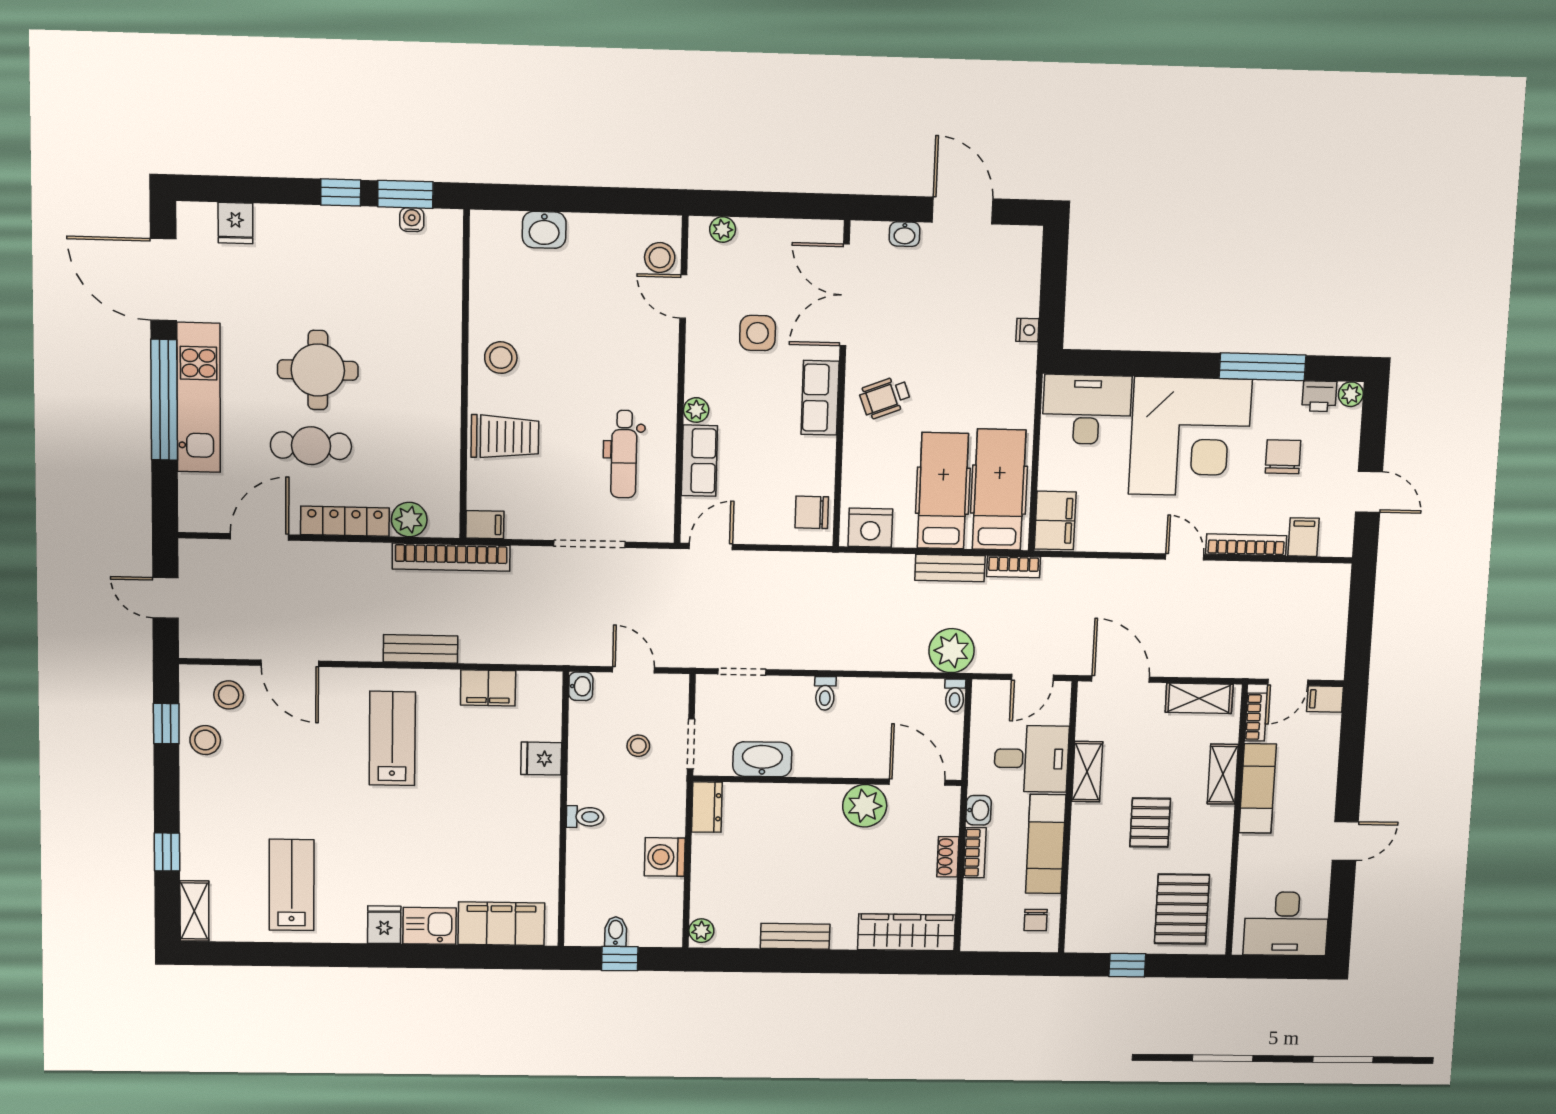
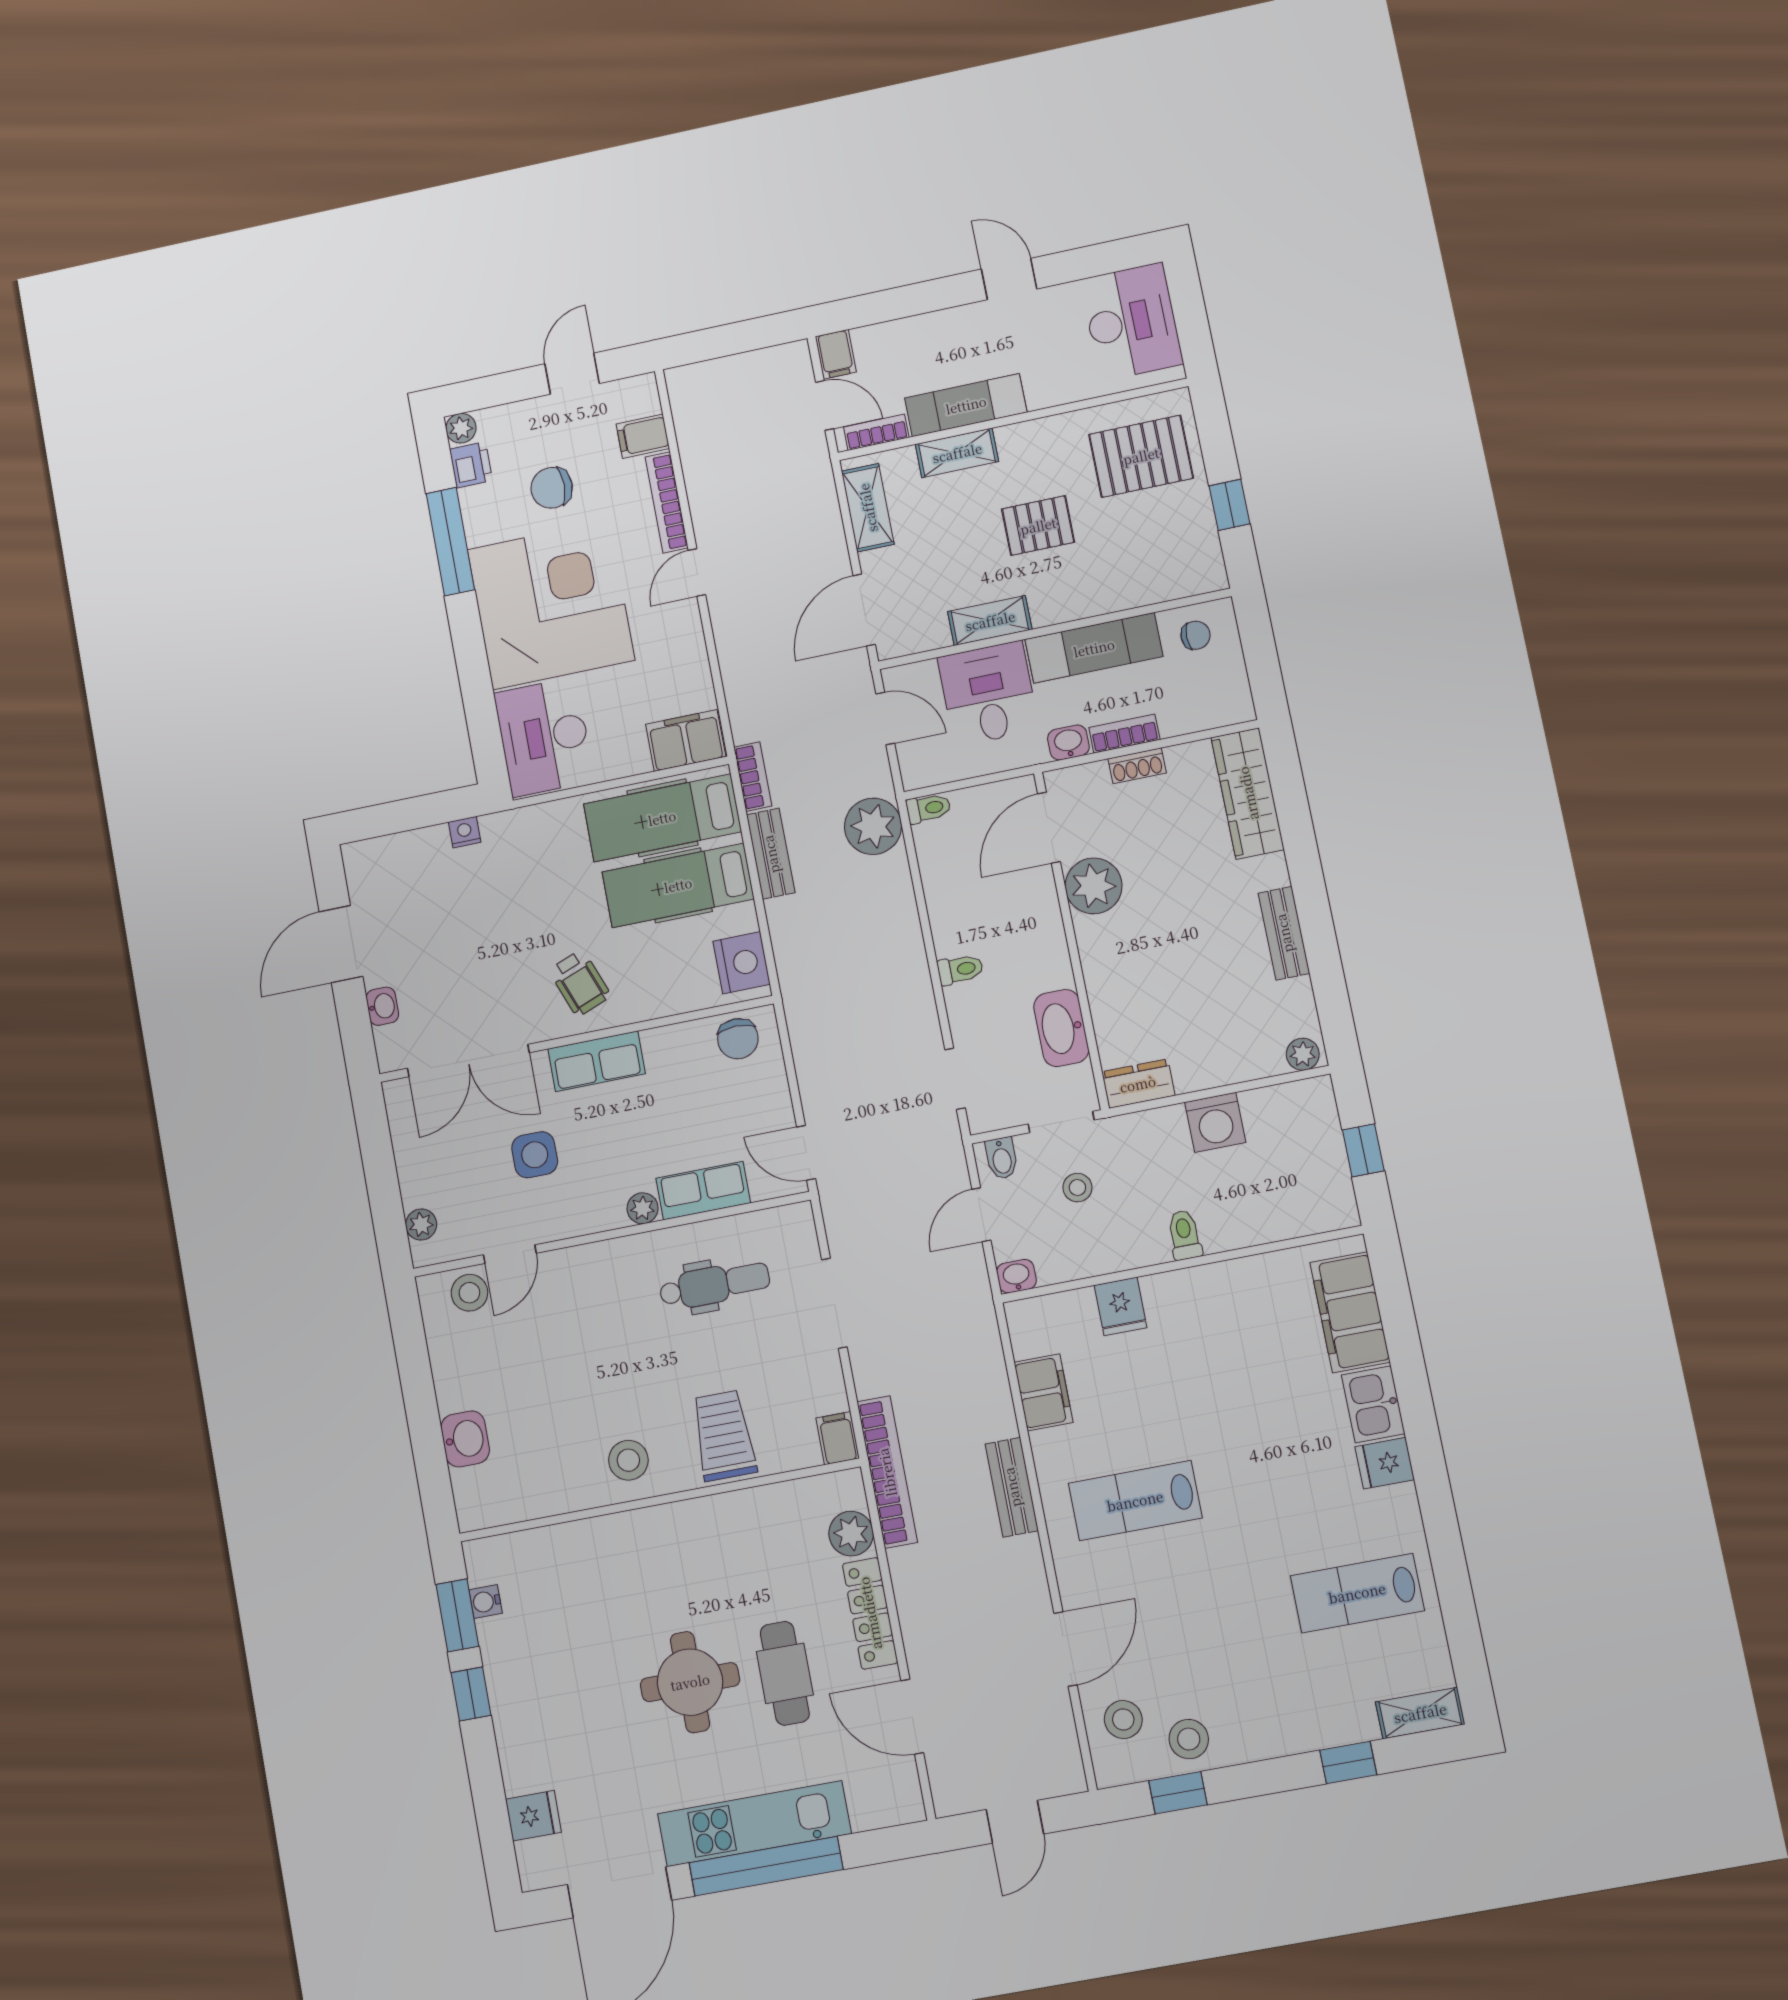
bidet: (616, 932) -> (1002, 1158), moved, turned -90

